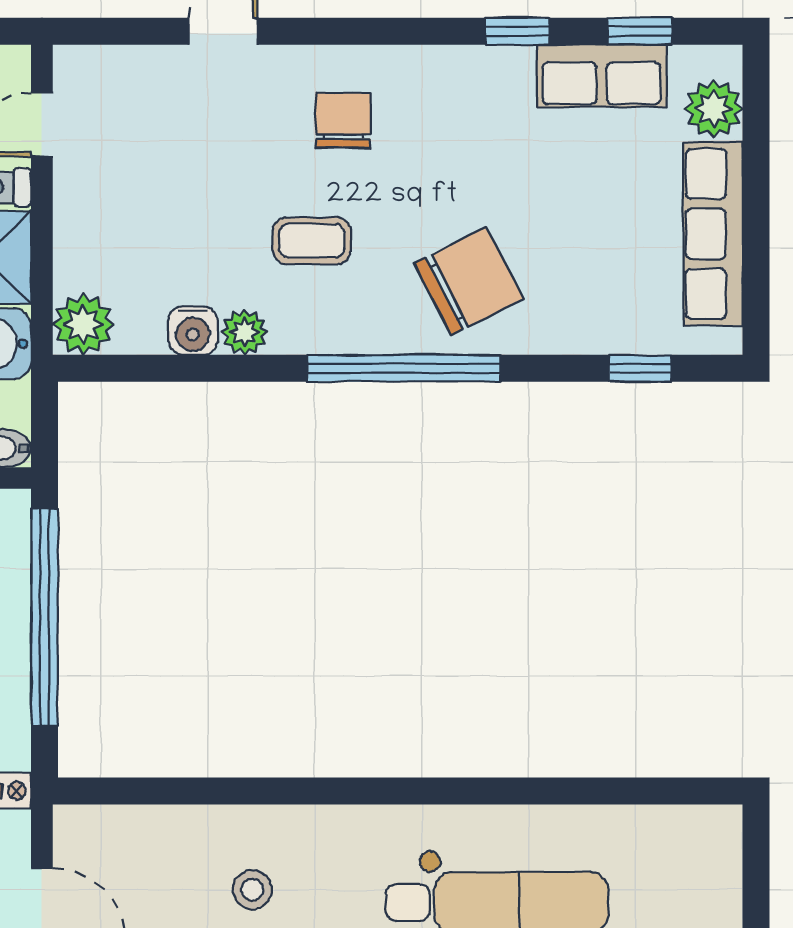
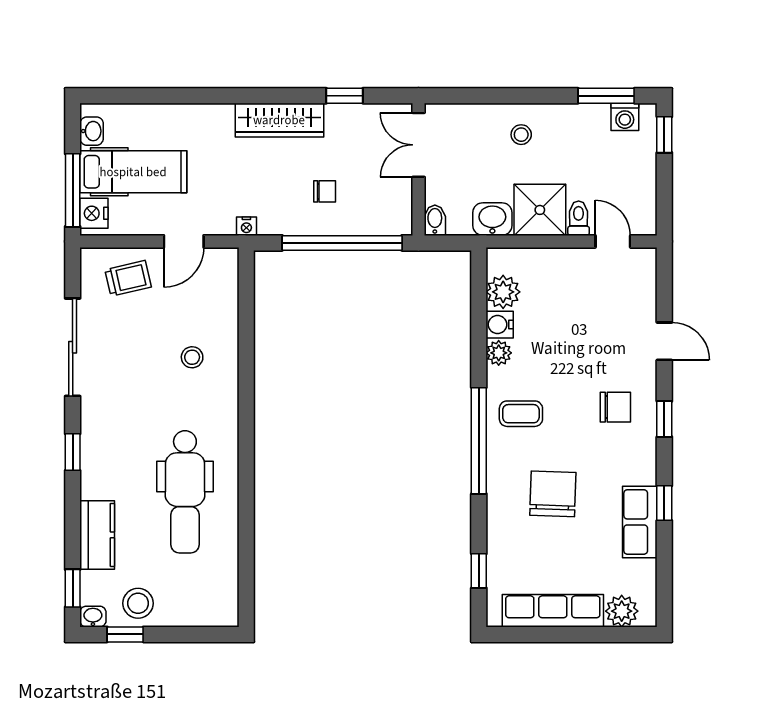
window: (640, 31) -> (664, 419), moved
row of seats: (602, 76) -> (640, 522), moved
coffee table: (312, 241) -> (521, 414), moved, turned 90
chair: (469, 281) -> (553, 494), moved, turned -151
plant: (83, 324) -> (503, 292), moved

